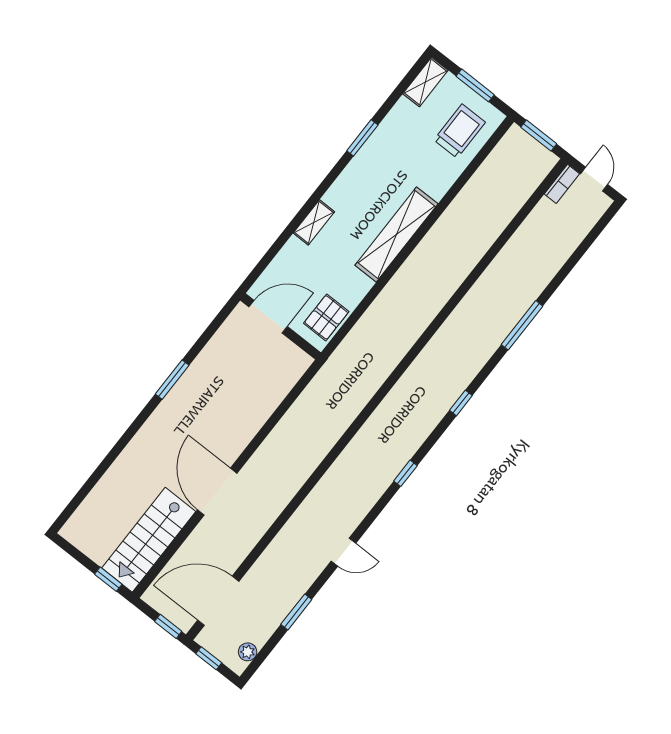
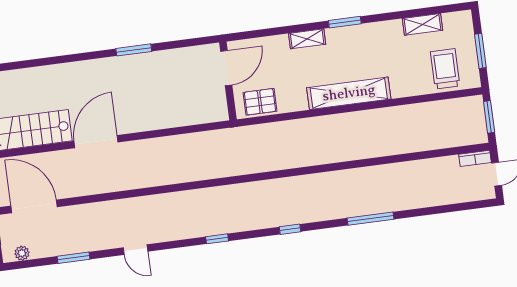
shelving: (425, 82) -> (423, 24), moved
trolley: (460, 131) -> (445, 69), turned -90
window: (362, 138) -> (345, 22), moved
door: (268, 317) -> (226, 68), hinge flipped

